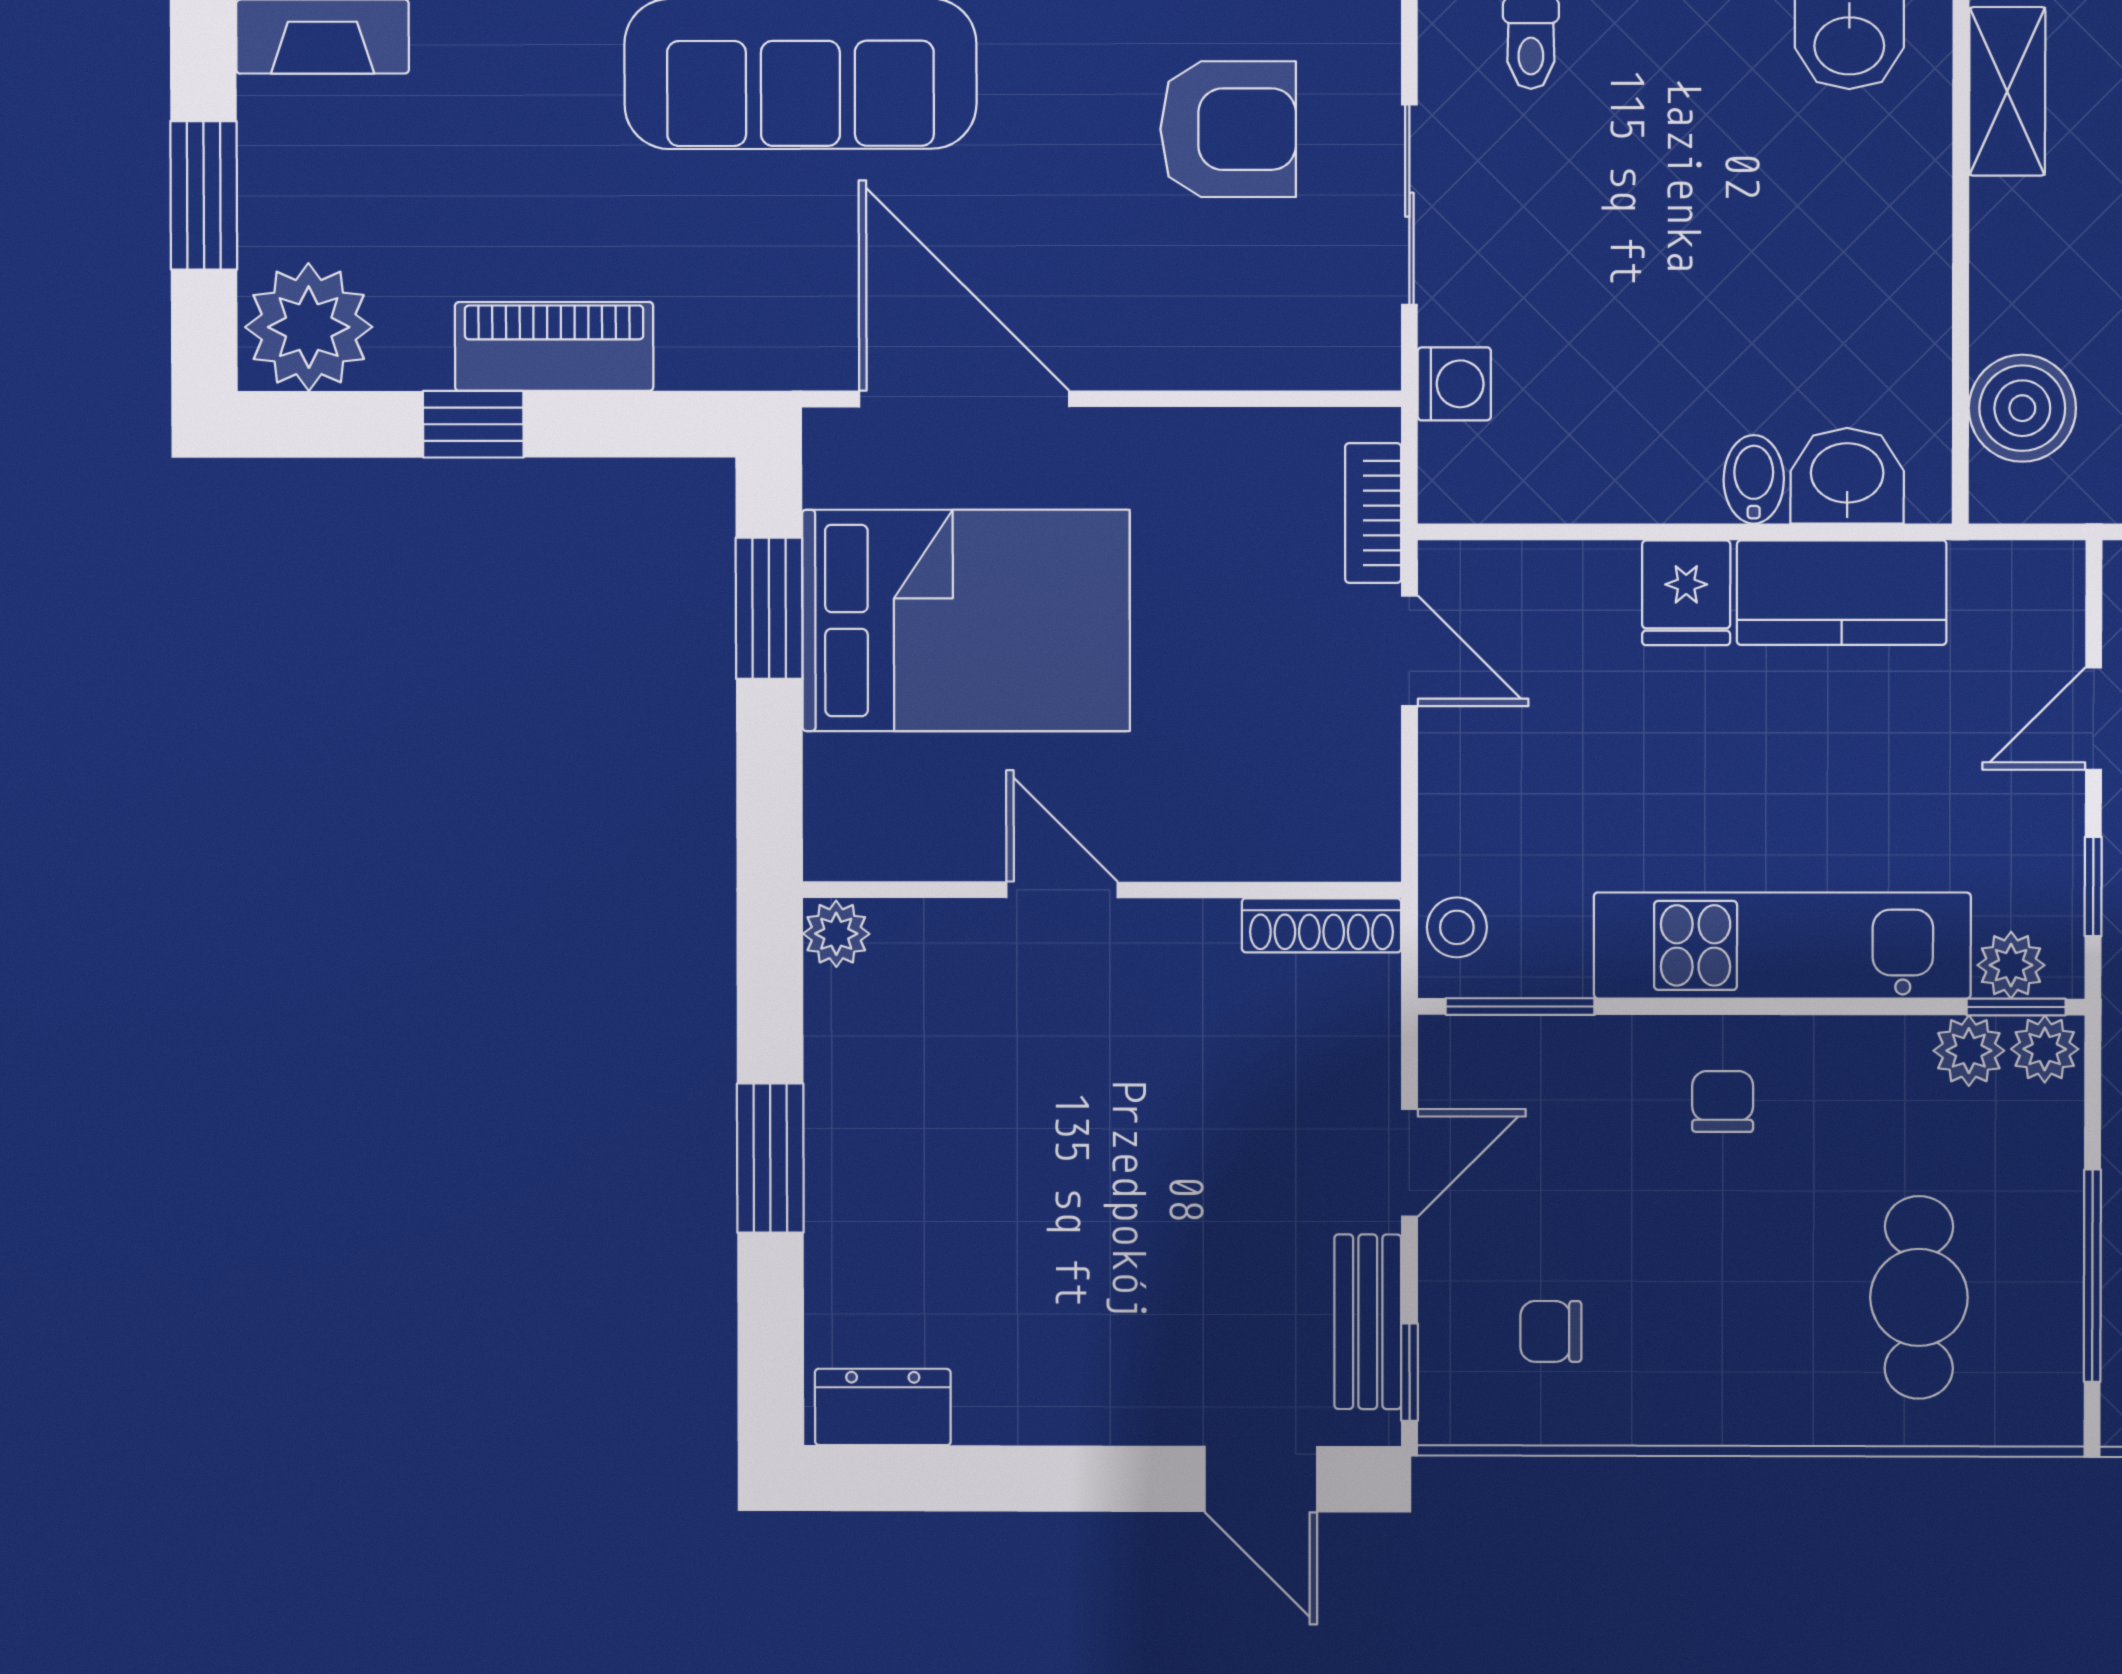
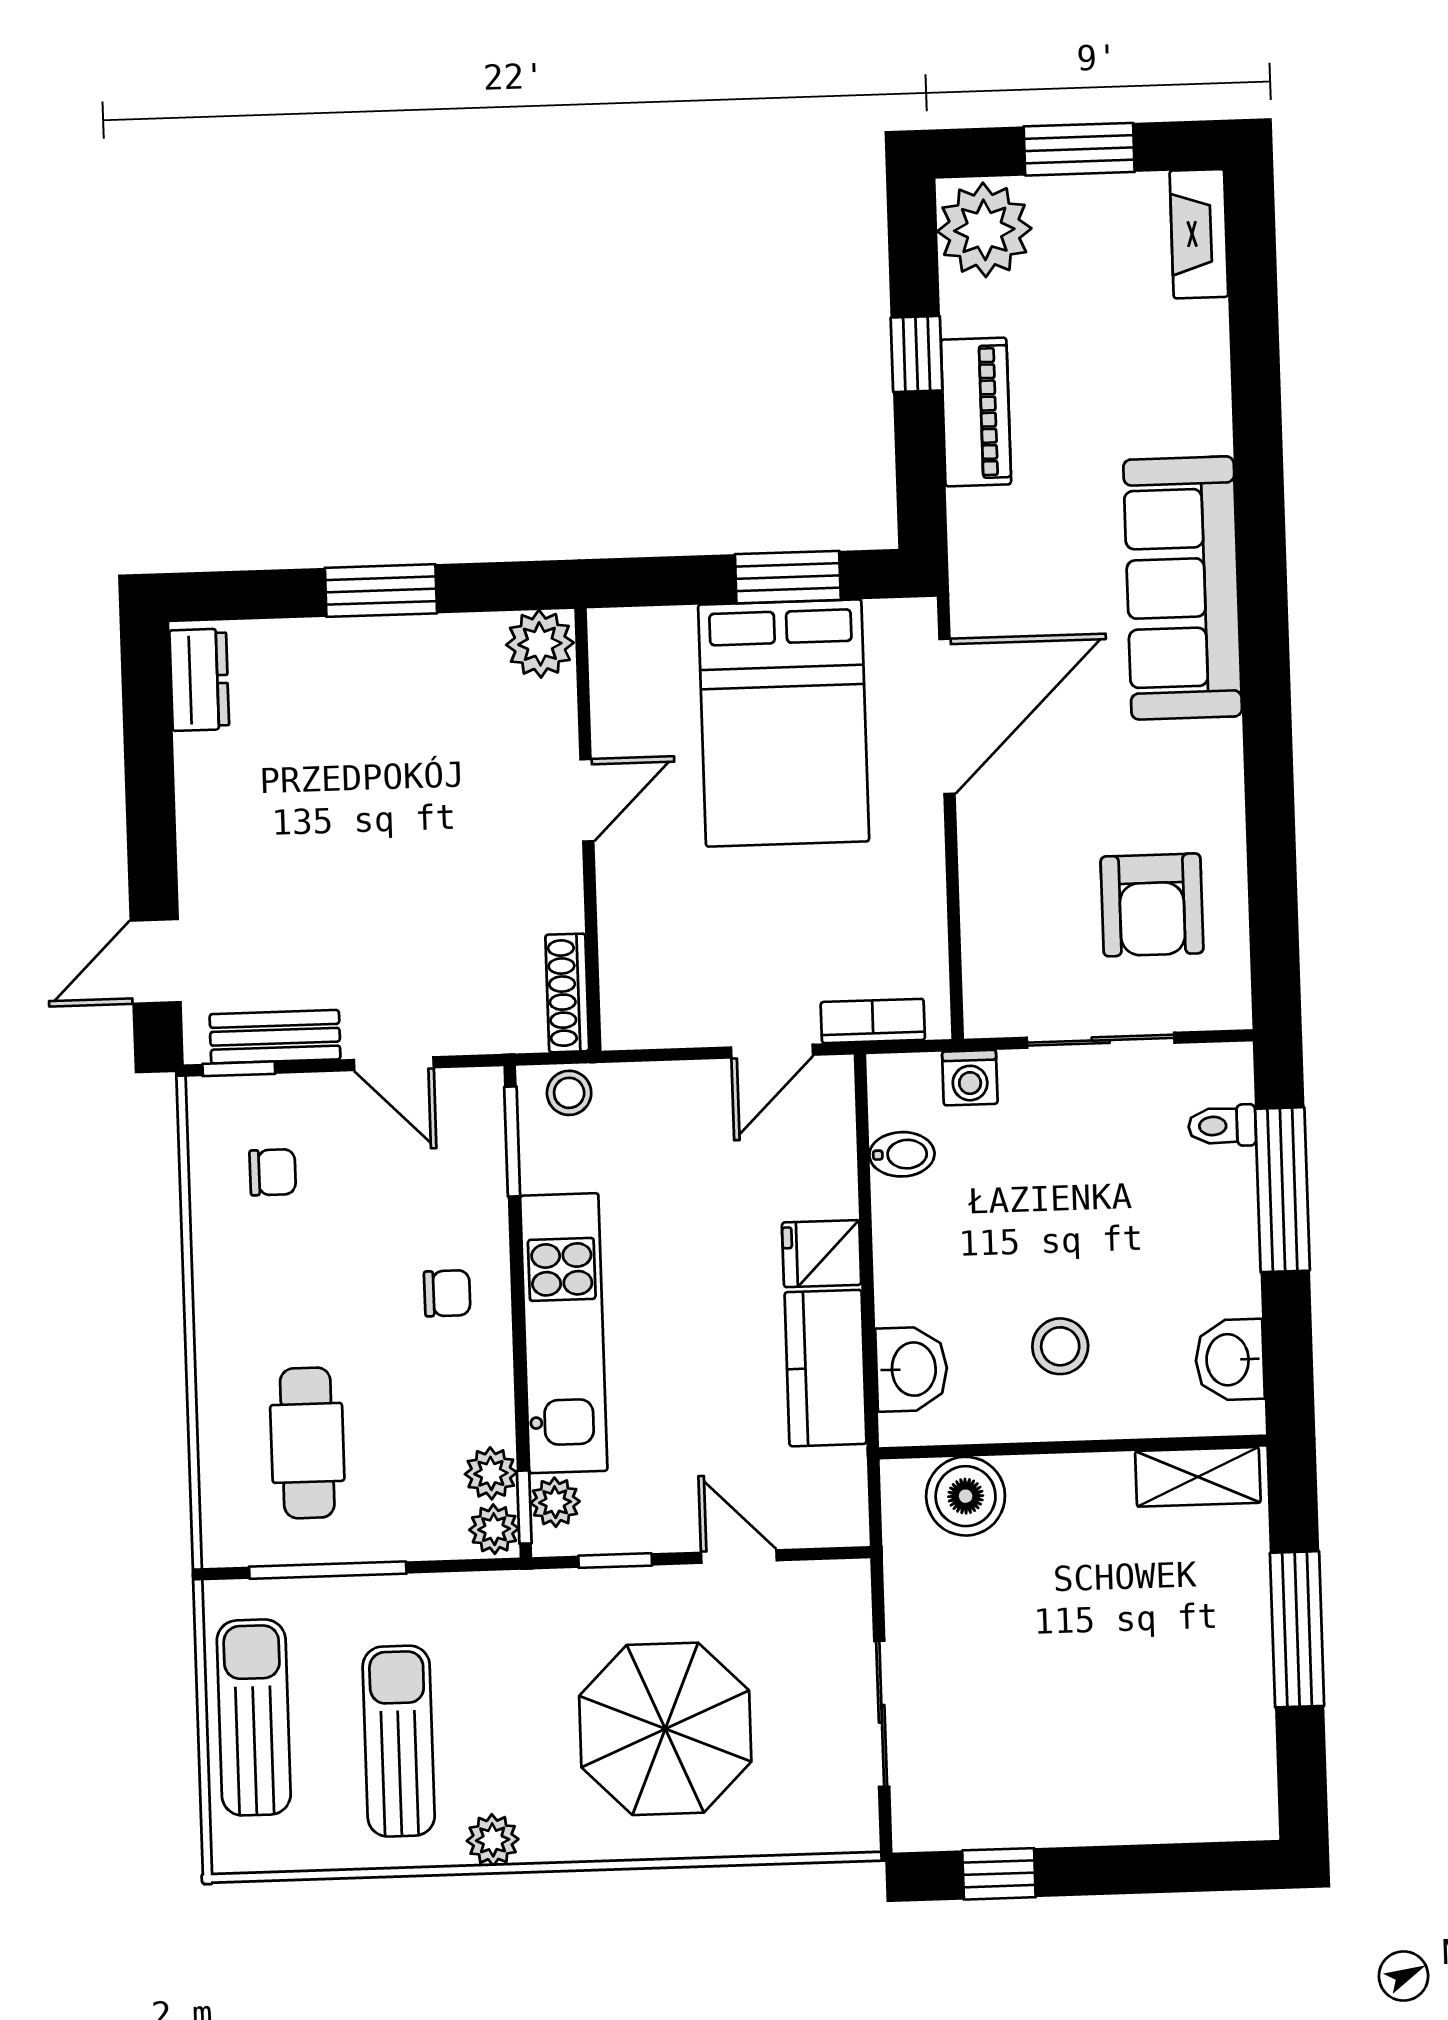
stool: (1823, 273) -> (1060, 1346), added
bidet: (1754, 479) -> (902, 1154), moved
plant: (836, 934) -> (540, 644), width x1.38, depth x1.38
cafe table: (1919, 1297) -> (307, 1443), turned 90
chair: (1551, 1331) -> (273, 1172), turned 90

